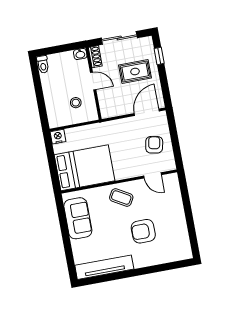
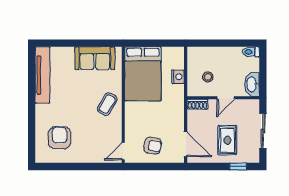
washbasin: (80, 54) -> (252, 84), width x1.91, depth x1.45
shoe rack: (95, 57) -> (197, 104), moved
nightstand: (58, 137) -> (178, 77), moved
door: (152, 175) -> (123, 151), moved
armchair: (143, 231) -> (60, 138), moved

